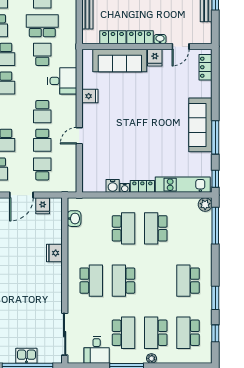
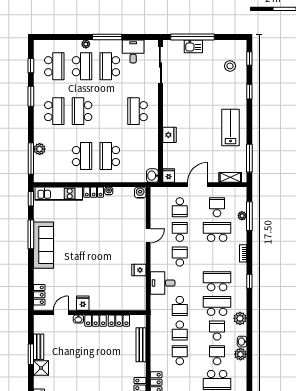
school desk: (42, 26) -> (180, 331), width x0.54
sofa: (120, 60) -> (113, 301), removed
water cooler: (113, 186) -> (140, 193), moved
plant: (205, 205) -> (40, 149), moved
fridge: (43, 206) -> (169, 175), moved
washbasin: (74, 219) -> (152, 176), moved
school desk: (124, 281) -> (82, 111), moved, turned 180

